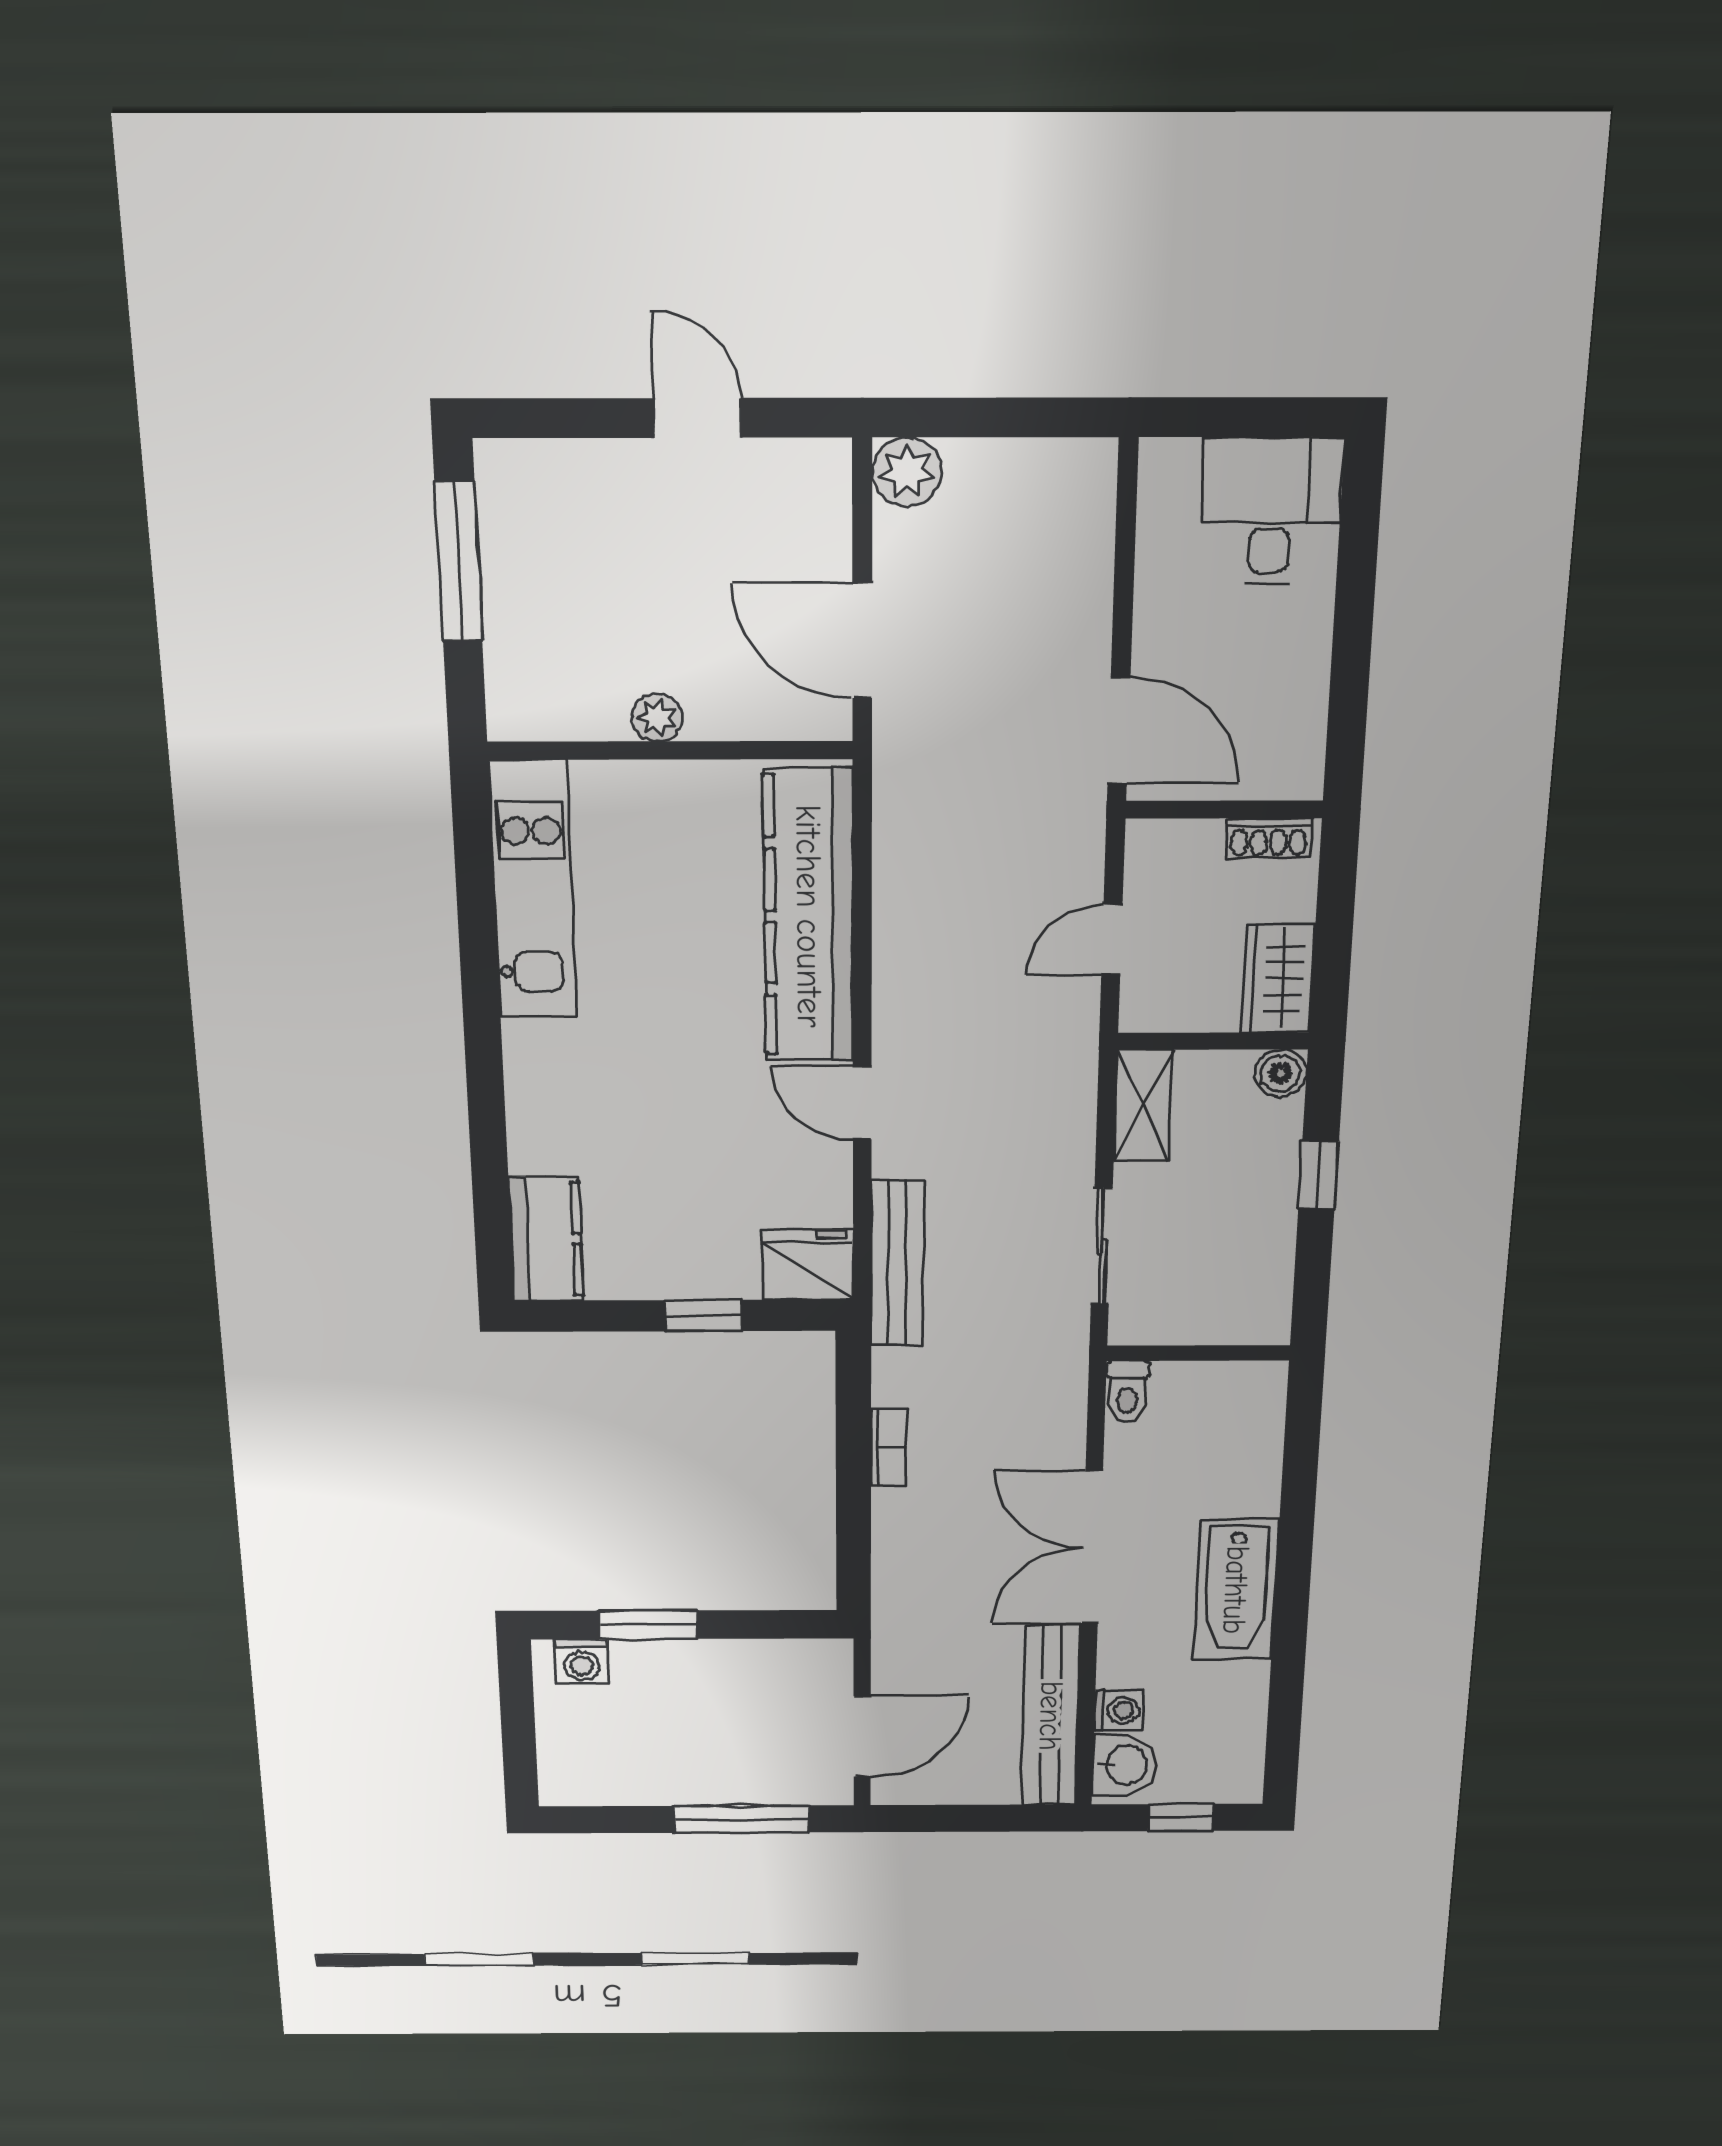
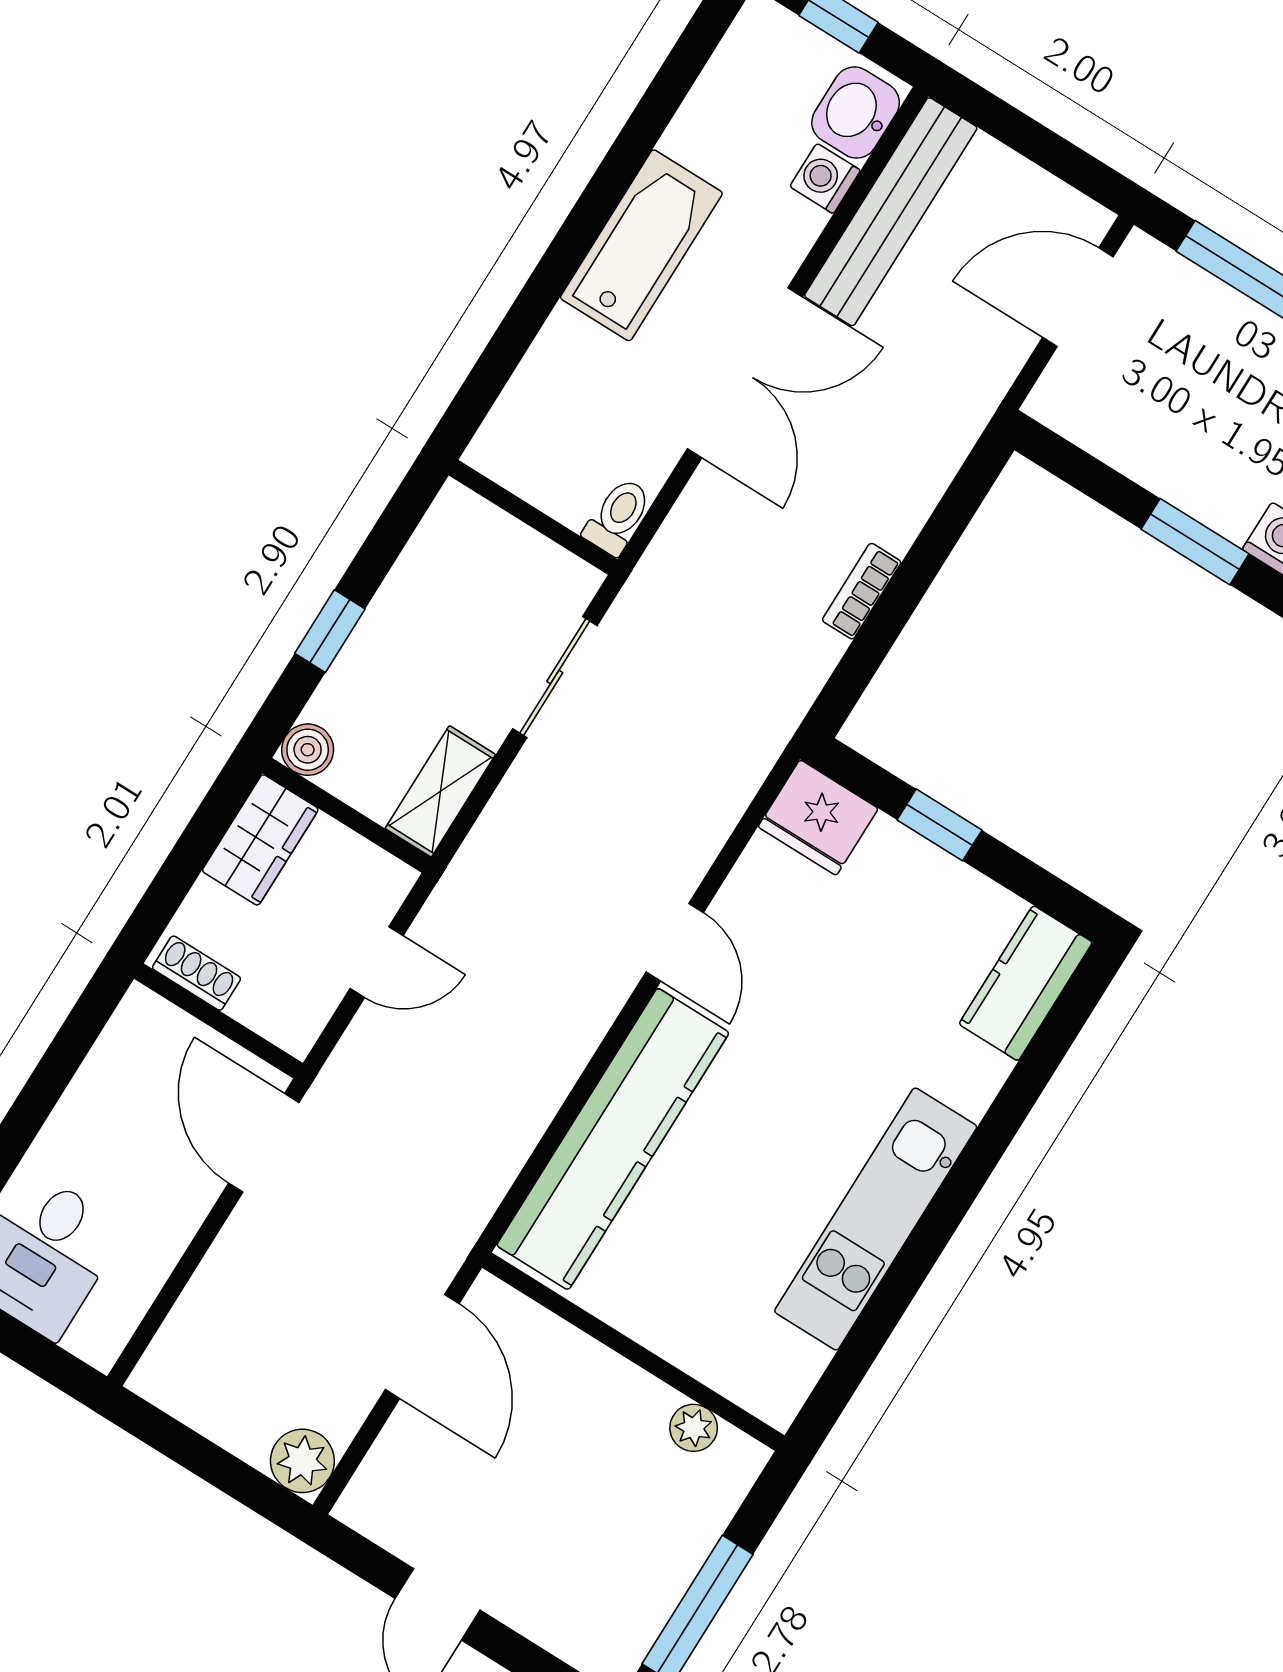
plant: (657, 718) -> (694, 1428), moved
kitchen unit: (533, 890) -> (876, 1219), moved
bench: (897, 1264) -> (740, 770), removed

